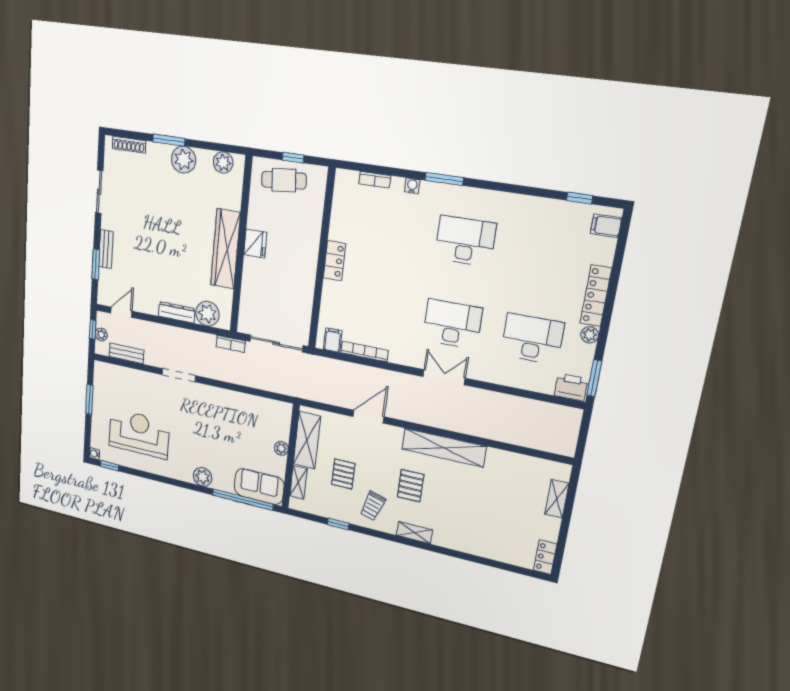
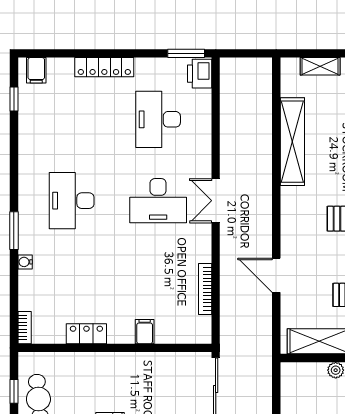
bookcase: (375, 180) -> (25, 328), moved
locker: (334, 261) -> (86, 334), moved
desk: (452, 324) -> (158, 201), turned -90
plant: (590, 335) -> (144, 66), removed
filing cabinet: (333, 340) -> (145, 332), moved, turned 90
shelving: (444, 448) -> (292, 142), moved

